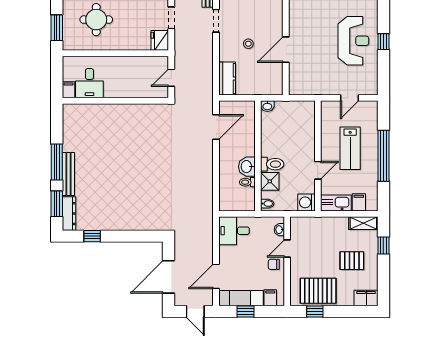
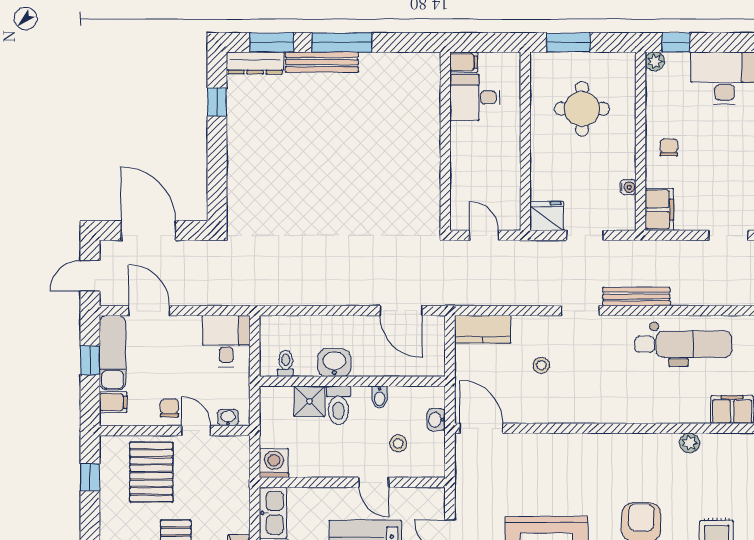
door: (286, 50) -> (481, 428), moved
washbasin: (267, 106) -> (436, 420), moved
stool: (295, 129) -> (398, 443), added
door: (318, 170) -> (374, 482), moved
toilet: (247, 182) -> (286, 363), moved
bidet: (267, 204) -> (380, 397), moved
pallet: (318, 291) -> (151, 472), moved

